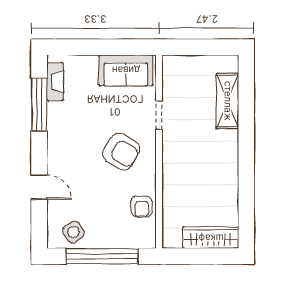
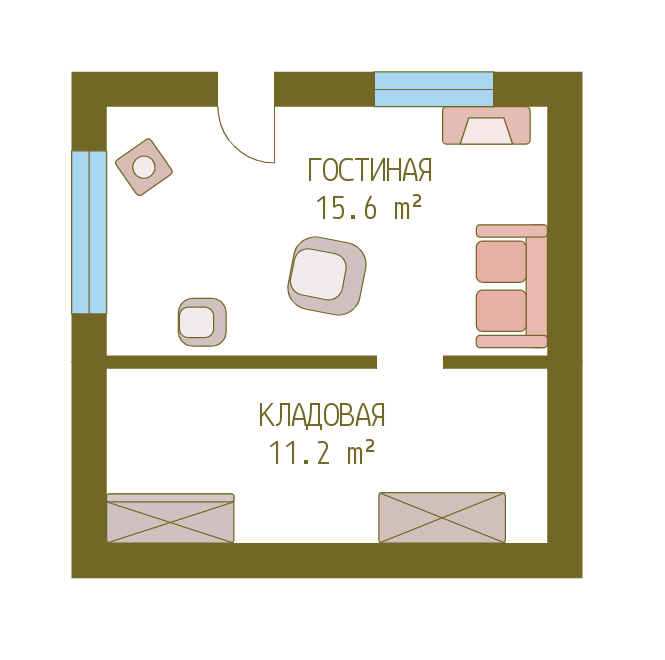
armchair: (121, 152) -> (327, 276), turned 70
door: (39, 187) -> (246, 89), hinge flipped
wardrobe: (211, 238) -> (170, 519), moved, turned -90

